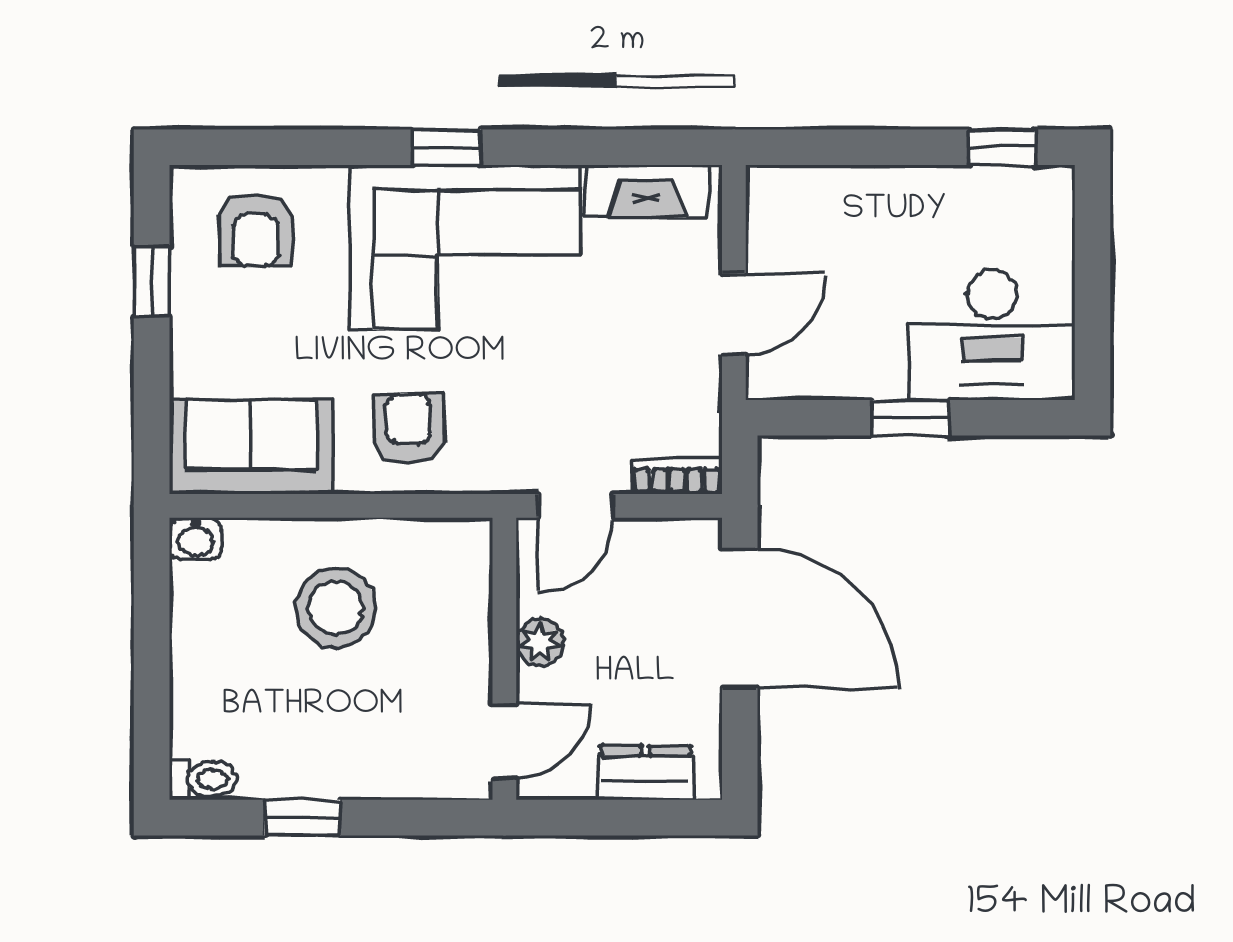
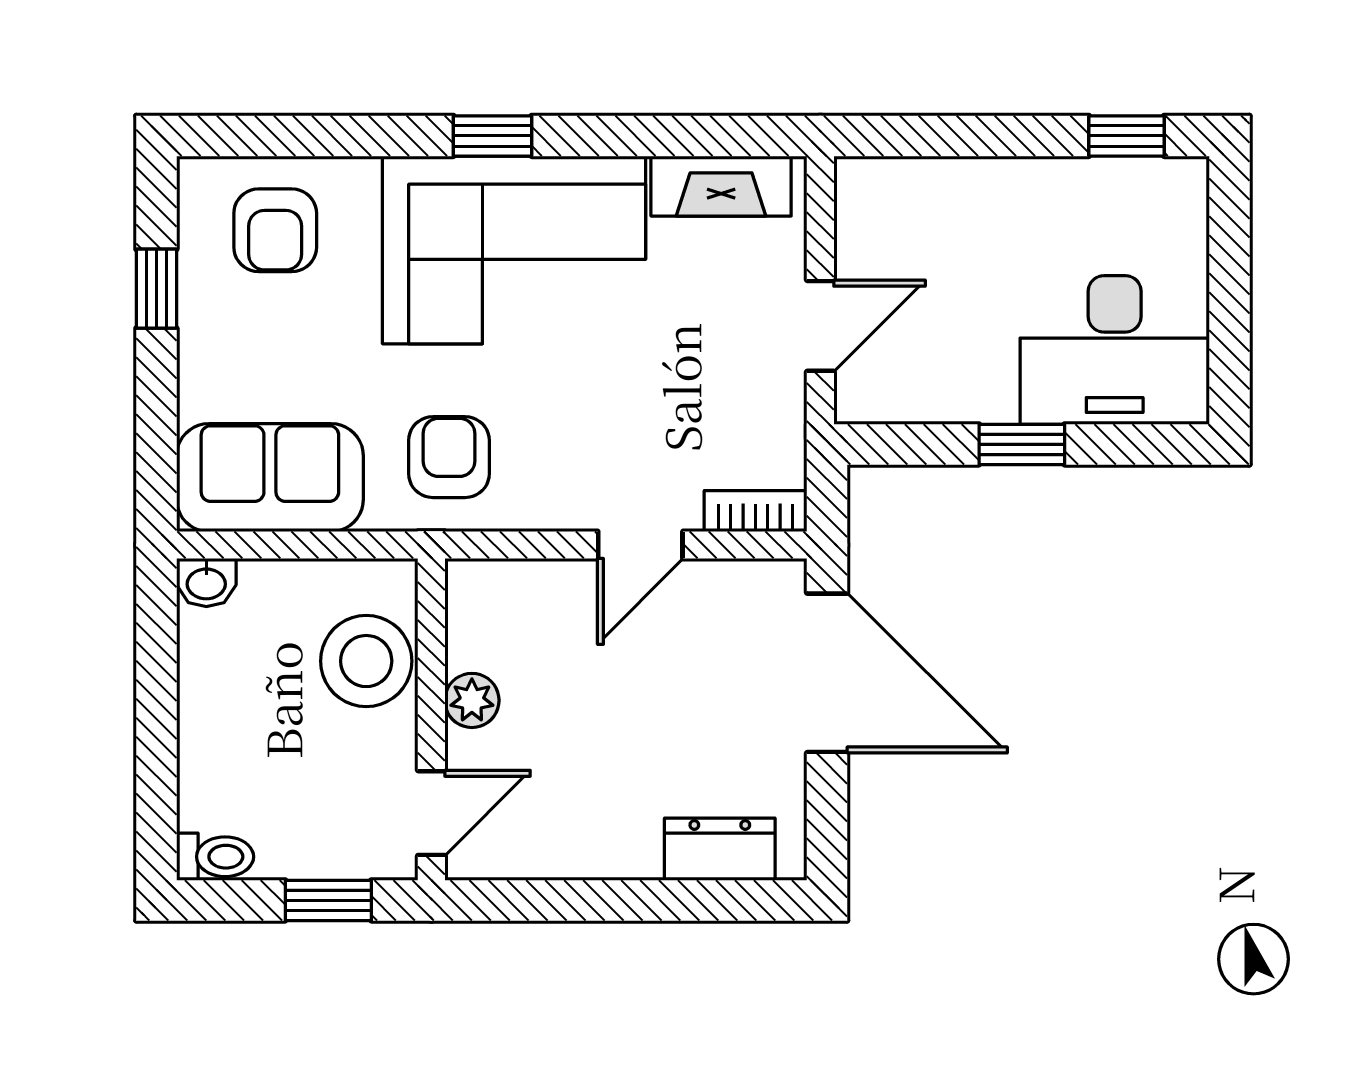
plant: (540, 642) -> (472, 700), moved
wall: (504, 659) -> (431, 719), moved
door: (504, 741) -> (431, 813), moved

